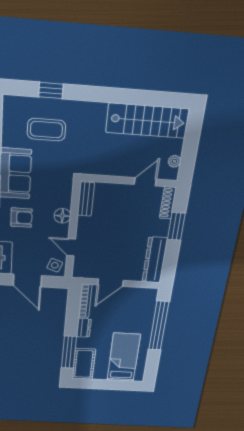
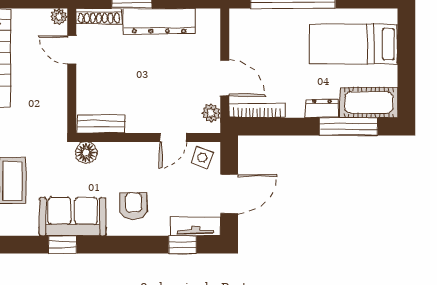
plant: (174, 161) -> (59, 17), moved
floor lamp: (62, 216) -> (86, 153), moved
dresser: (155, 260) -> (159, 21), moved
plant: (87, 273) -> (211, 113), added
dresser: (84, 328) -> (322, 108), moved

